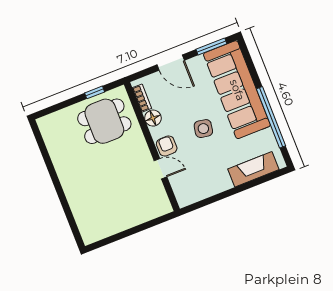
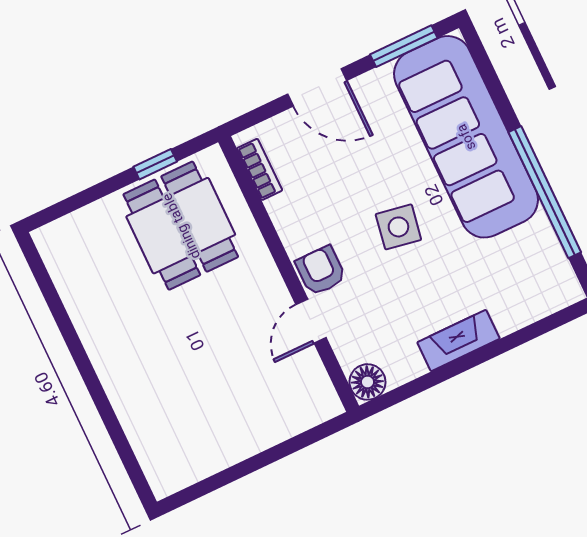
floor lamp: (153, 118) -> (367, 382), moved
dining table: (104, 121) -> (181, 226), turned 90
door: (161, 169) -> (311, 321), swing flipped
fireplace: (253, 169) -> (458, 341), moved, width x0.73, depth x0.76

